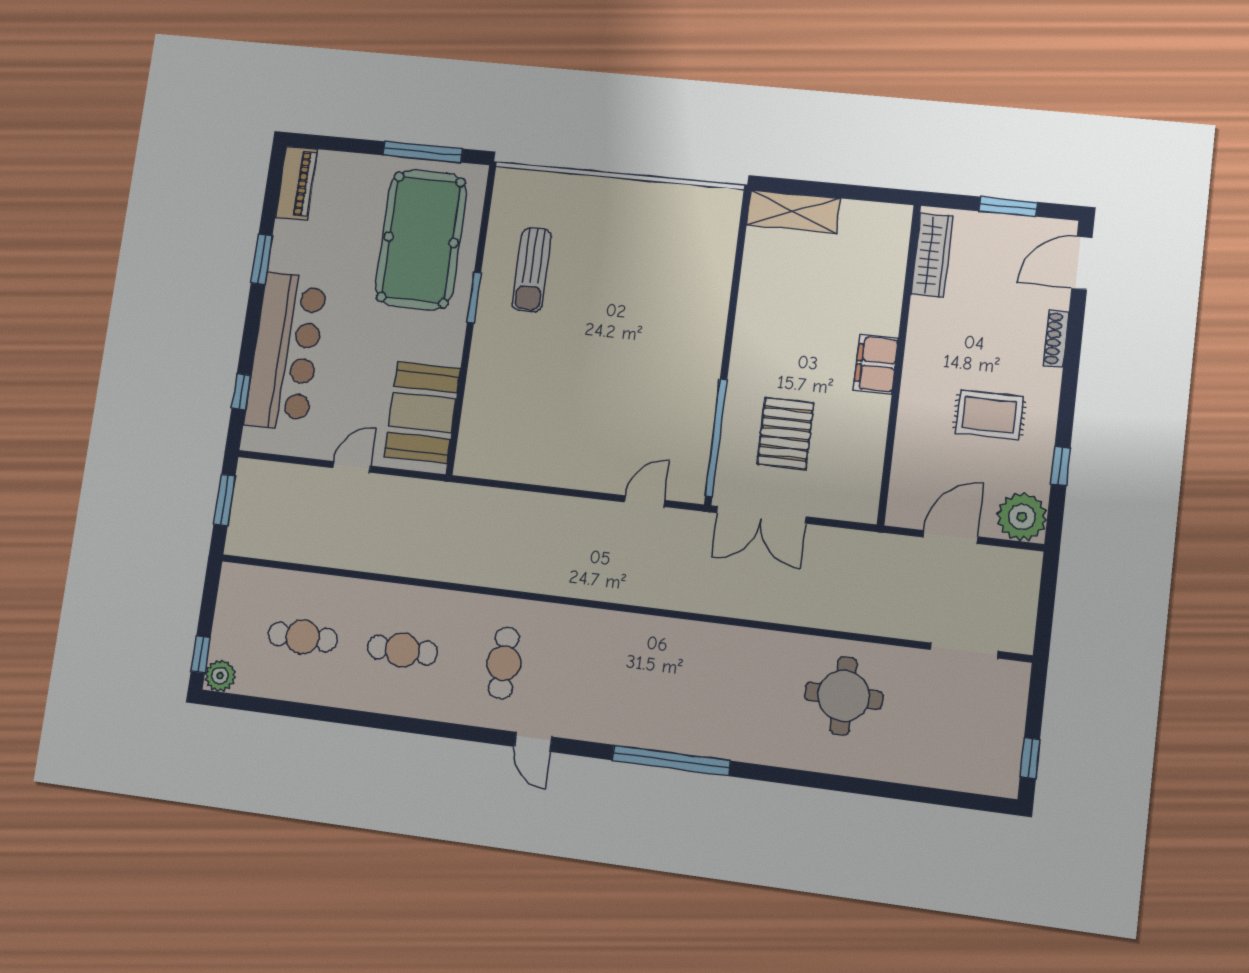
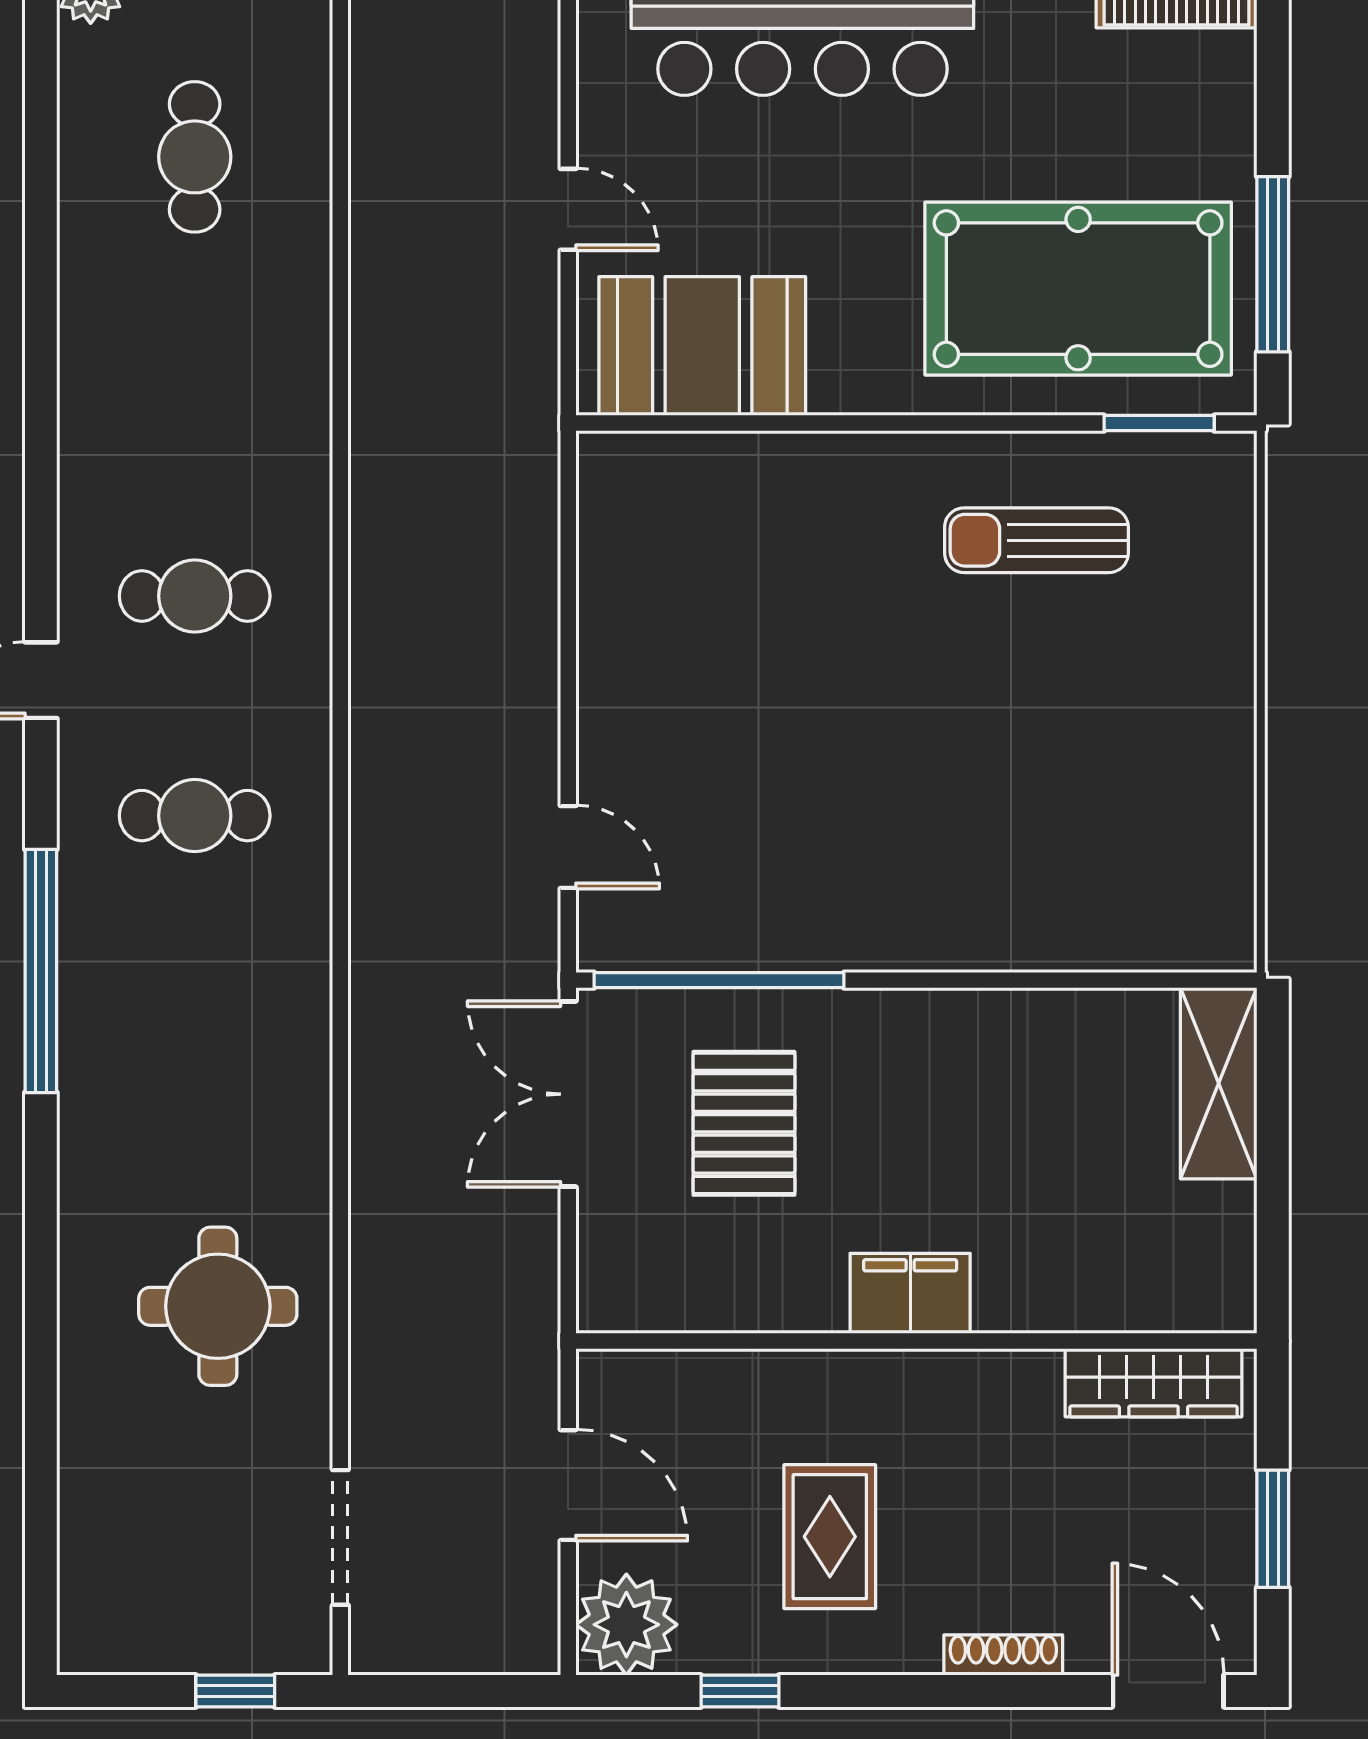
window: (474, 298) -> (1159, 423), moved
pallet: (785, 433) -> (744, 1123), turned 90
cafe table: (402, 650) -> (195, 816), moved, turned 90
window: (1030, 758) -> (235, 1691), moved

